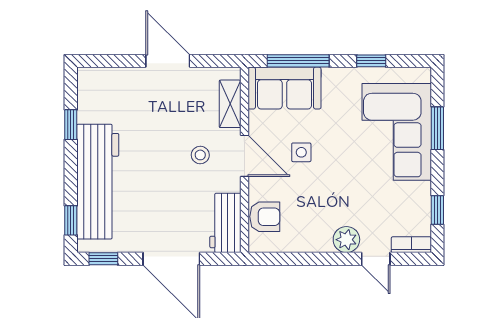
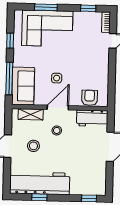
stool: (169, 111) -> (33, 146), added
workbench: (98, 182) -> (40, 183), moved
plant: (346, 240) -> (102, 56), removed
window: (103, 259) -> (109, 182), removed

